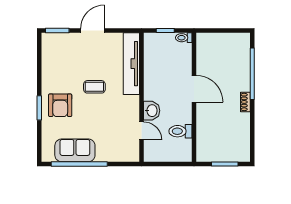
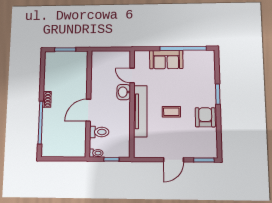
tv unit: (131, 64) -> (140, 111), moved
door: (194, 89) -> (88, 110), hinge flipped
armchair: (60, 105) -> (205, 117), moved
toilet: (180, 131) -> (99, 132), moved
sofa: (75, 150) -> (166, 59), moved

